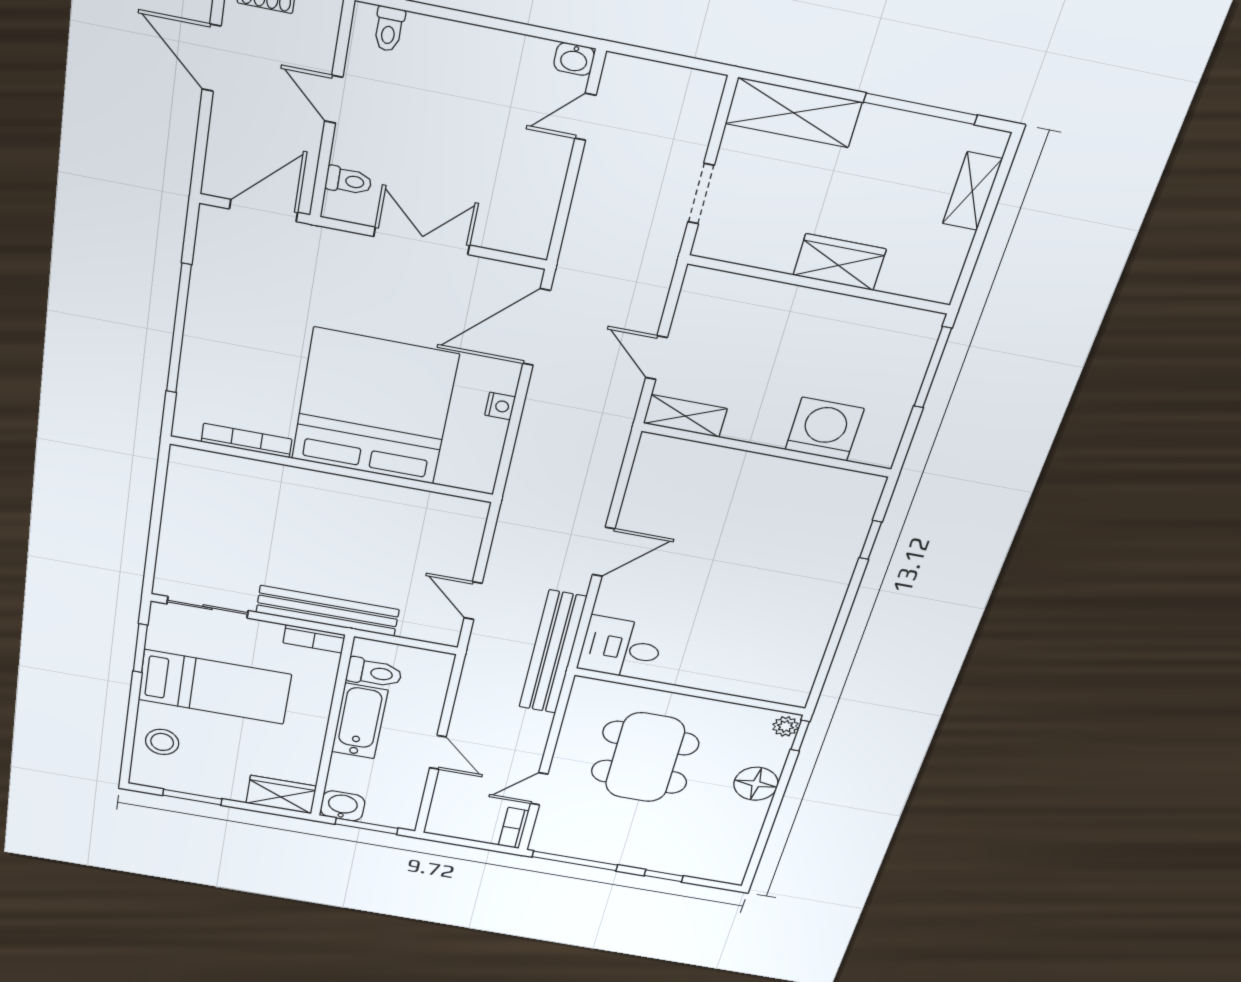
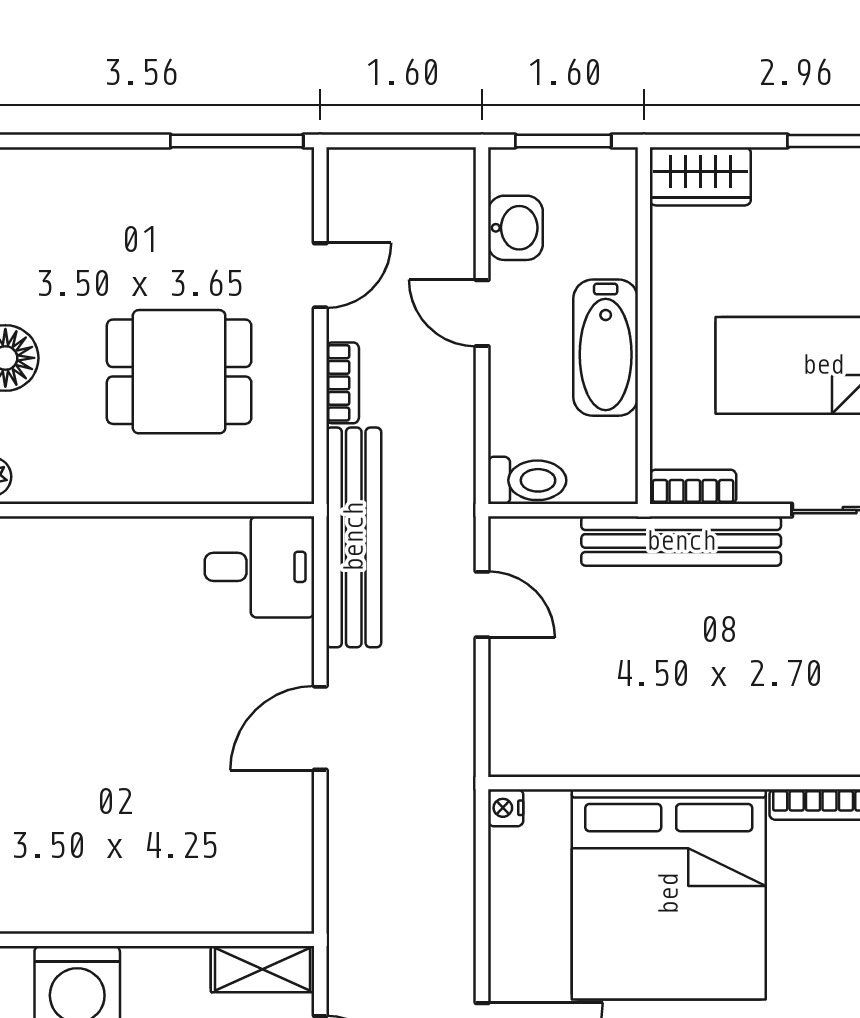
nightstand: (500, 406) -> (506, 808), moved
toilet: (374, 673) -> (527, 480), moved, turned 180
dining table: (645, 758) -> (179, 372), width x0.73
washbasin: (343, 806) -> (515, 228), moved, turned -90
bookcase: (514, 828) -> (343, 383), moved
window: (664, 876) -> (96, 141), removed

